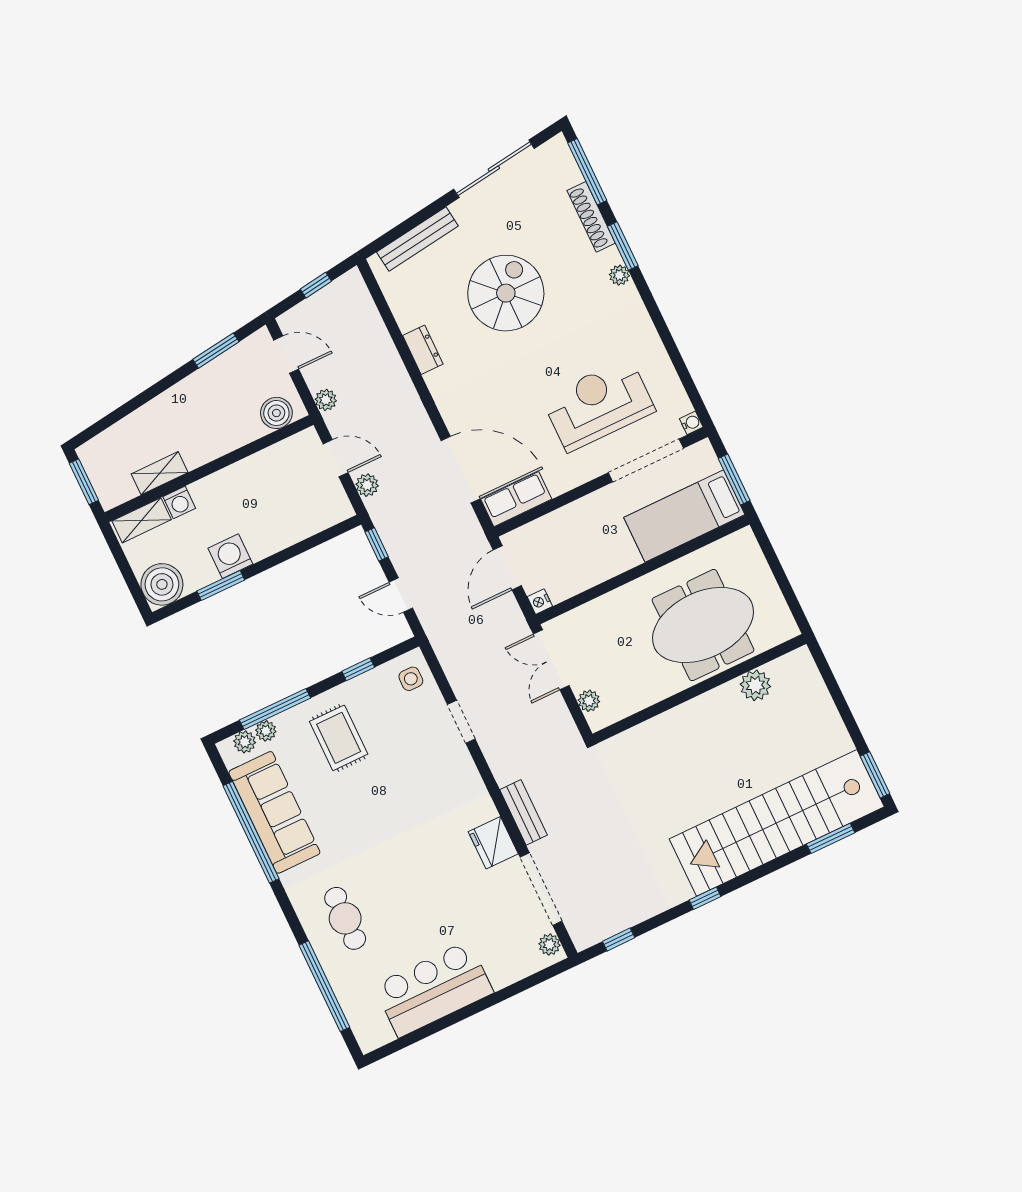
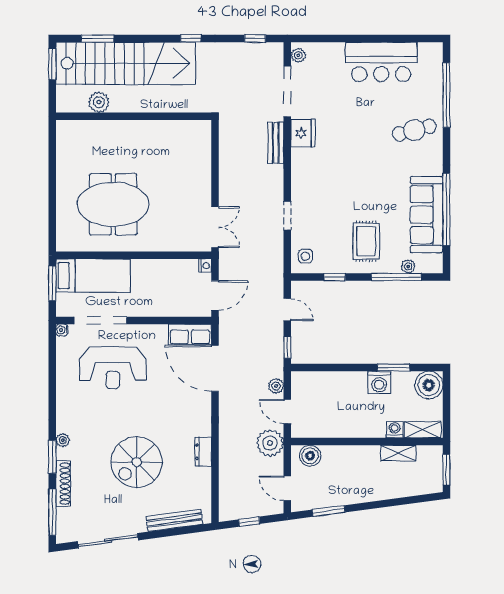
plant: (326, 400) -> (270, 443), width x1.87, depth x1.87
plant: (755, 685) -> (99, 102), moved
wall: (700, 689) -> (134, 116), moved
plant: (589, 701) -> (204, 191), removed
plant: (245, 742) -> (424, 266), removed
cafe table: (345, 918) -> (414, 130), turned 75

